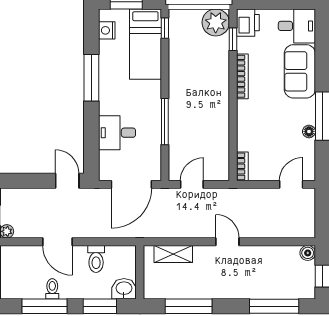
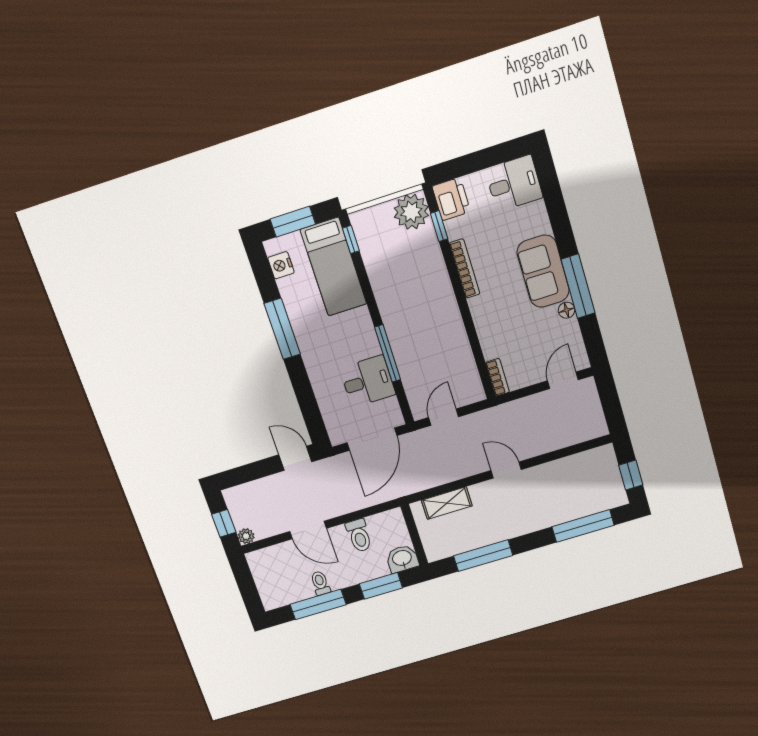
sofa: (300, 71) -> (543, 271), moved
desk: (117, 133) -> (368, 381), moved, turned 180
boiler: (308, 253) -> (606, 454), removed

